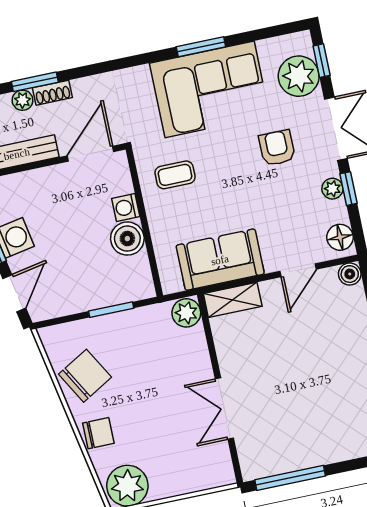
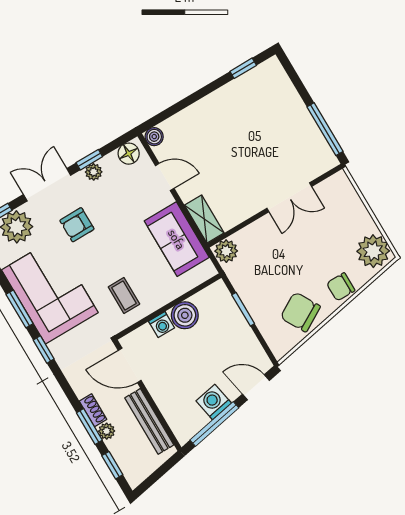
window: (144, 59) -> (44, 350), added
chair: (98, 433) -> (341, 287), turned -90

